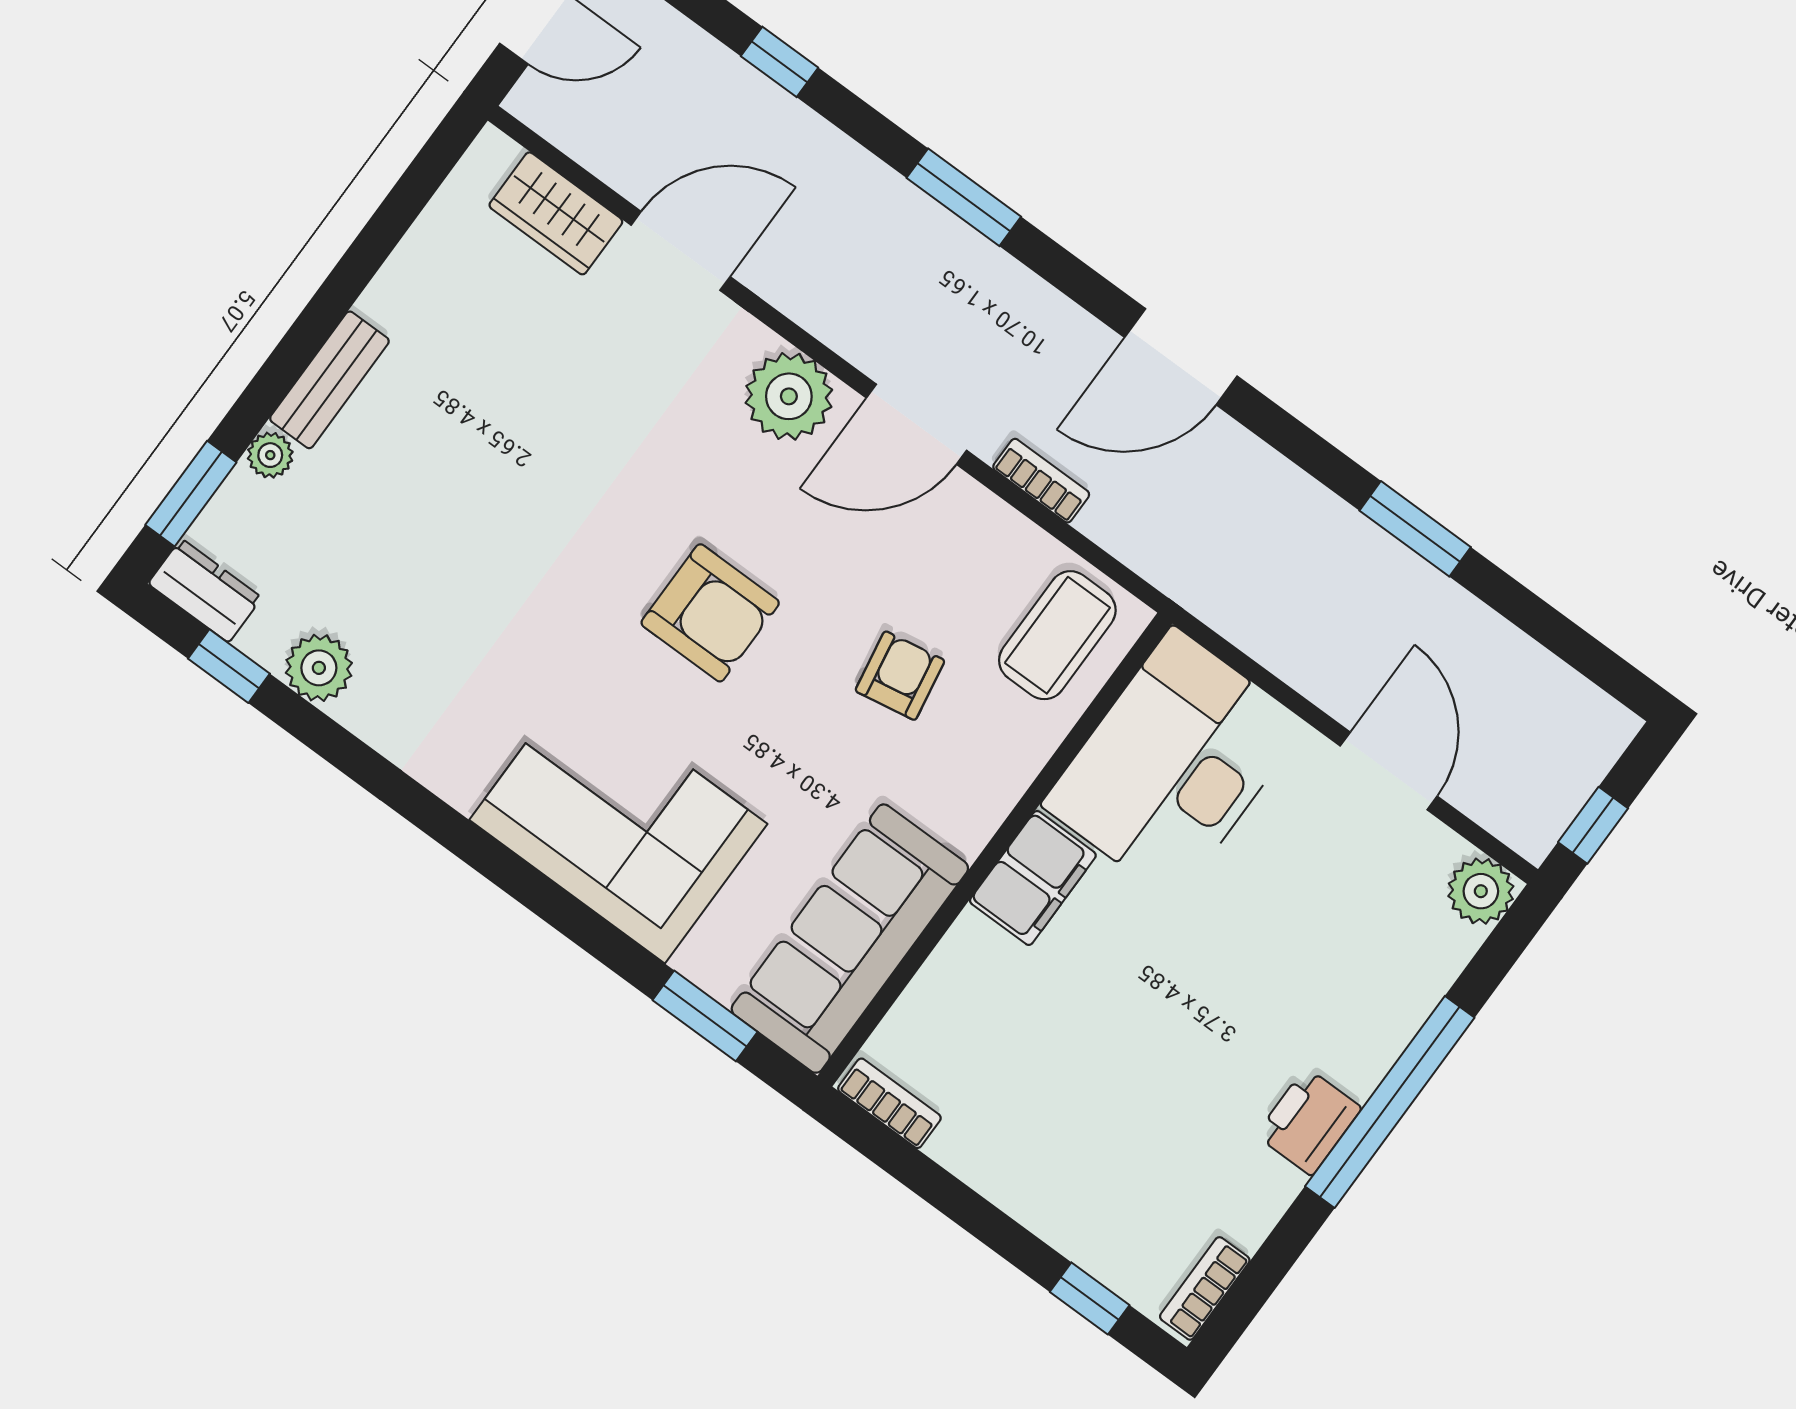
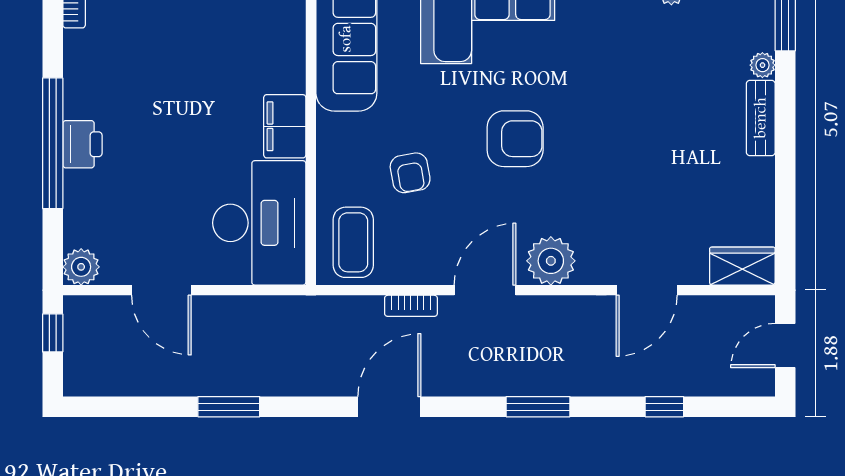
wardrobe: (556, 213) -> (742, 266), moved
armchair: (710, 613) -> (515, 139), turned 180
printer: (1309, 1121) -> (82, 144), moved

